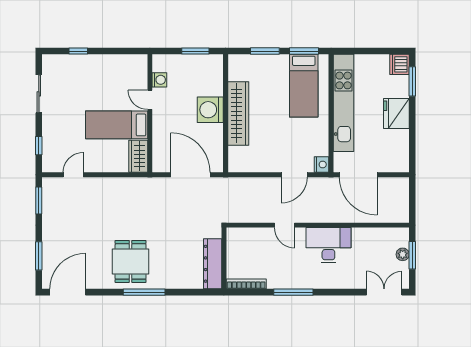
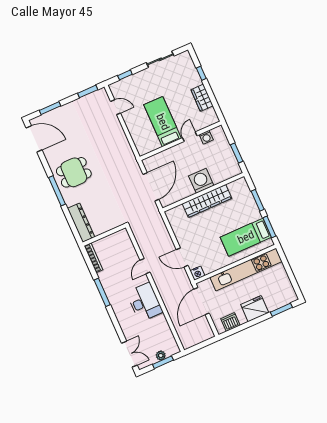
dishwasher: (400, 64) -> (230, 322), moved
wardrobe: (138, 156) -> (202, 98), moved, turned -90
dresser: (213, 264) -> (81, 223), moved, turned 90

